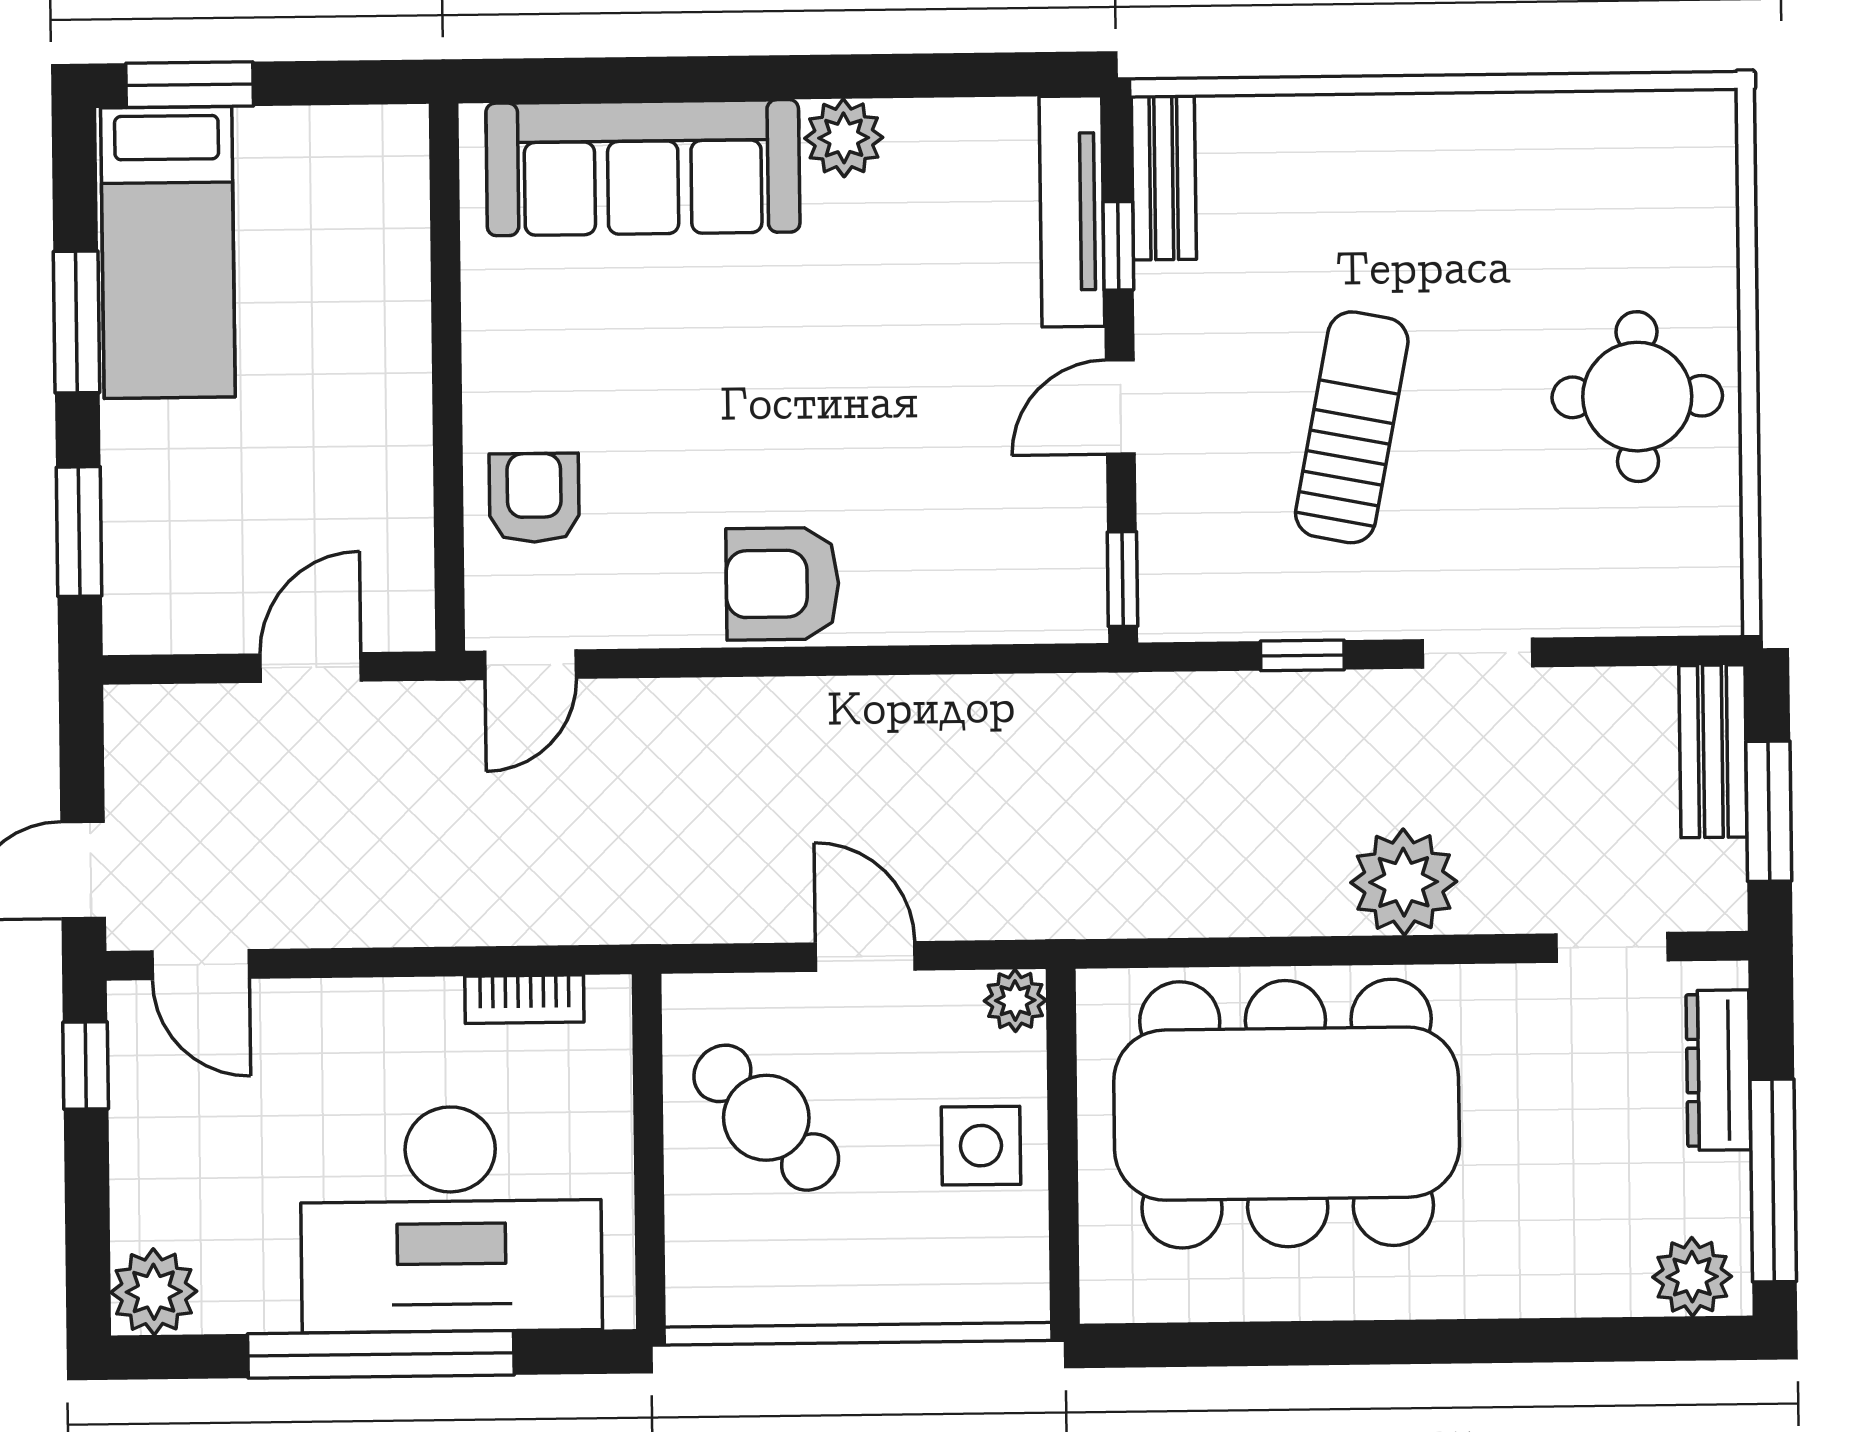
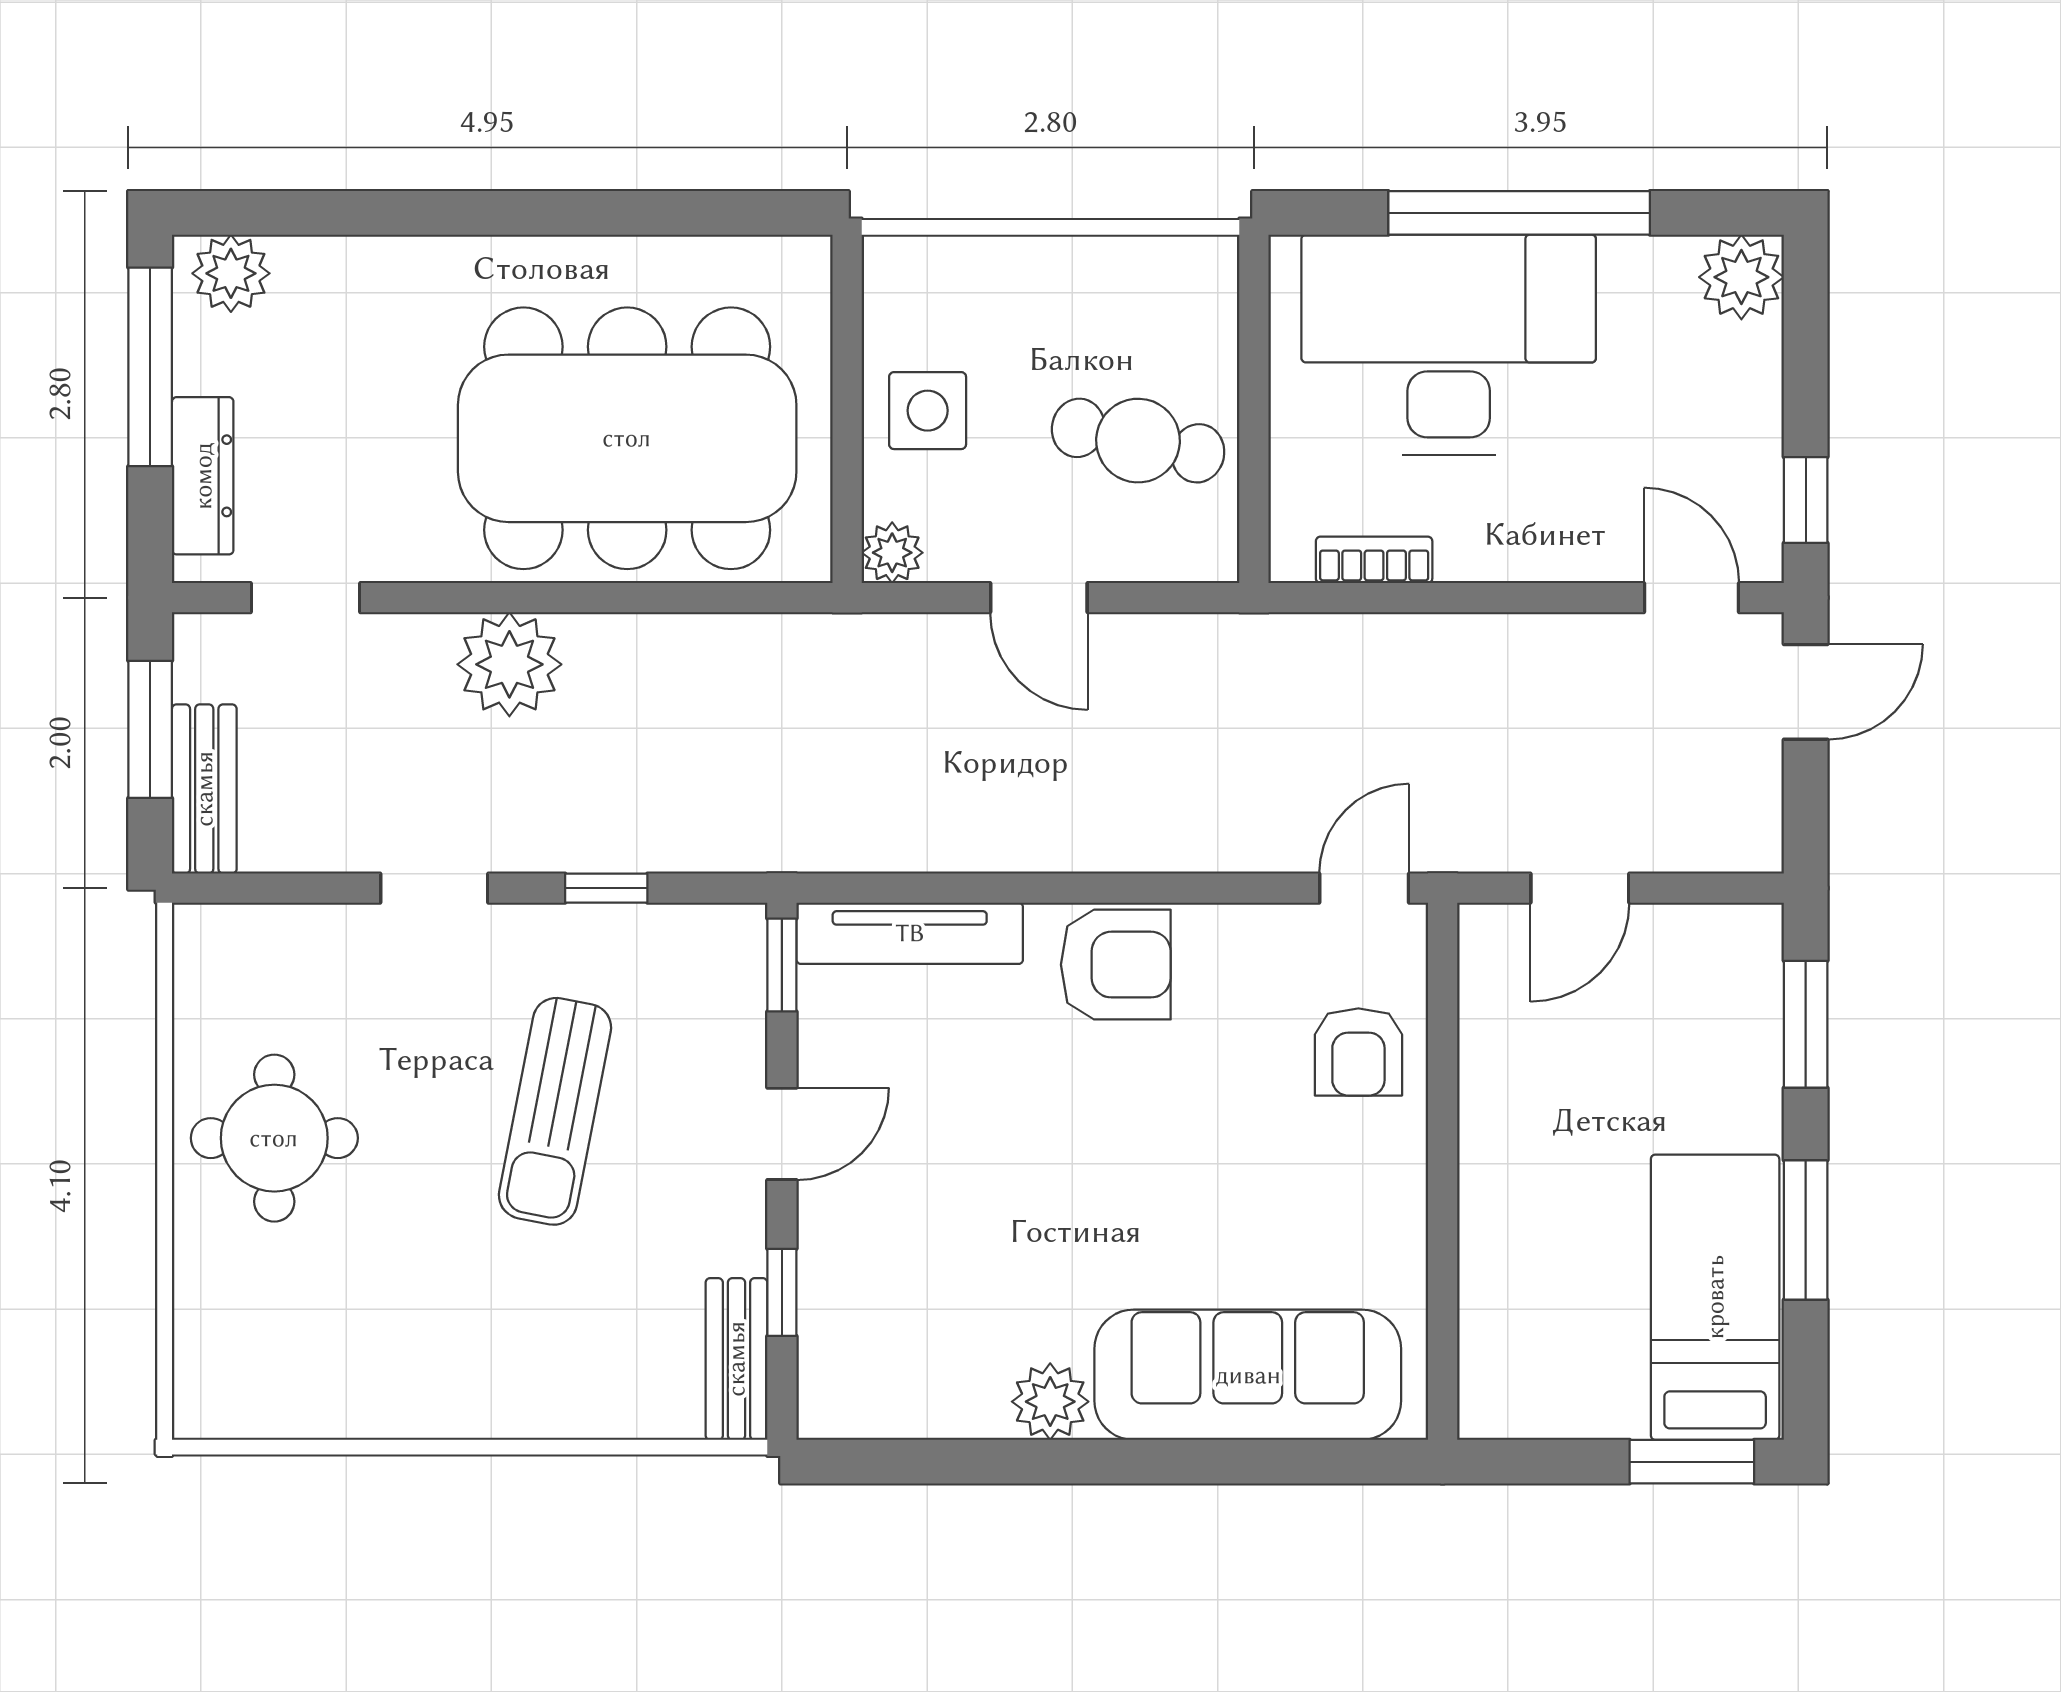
tv unit: (1072, 211) -> (910, 933), moved, turned 90
cafe table: (766, 1118) -> (1138, 441), turned -34

